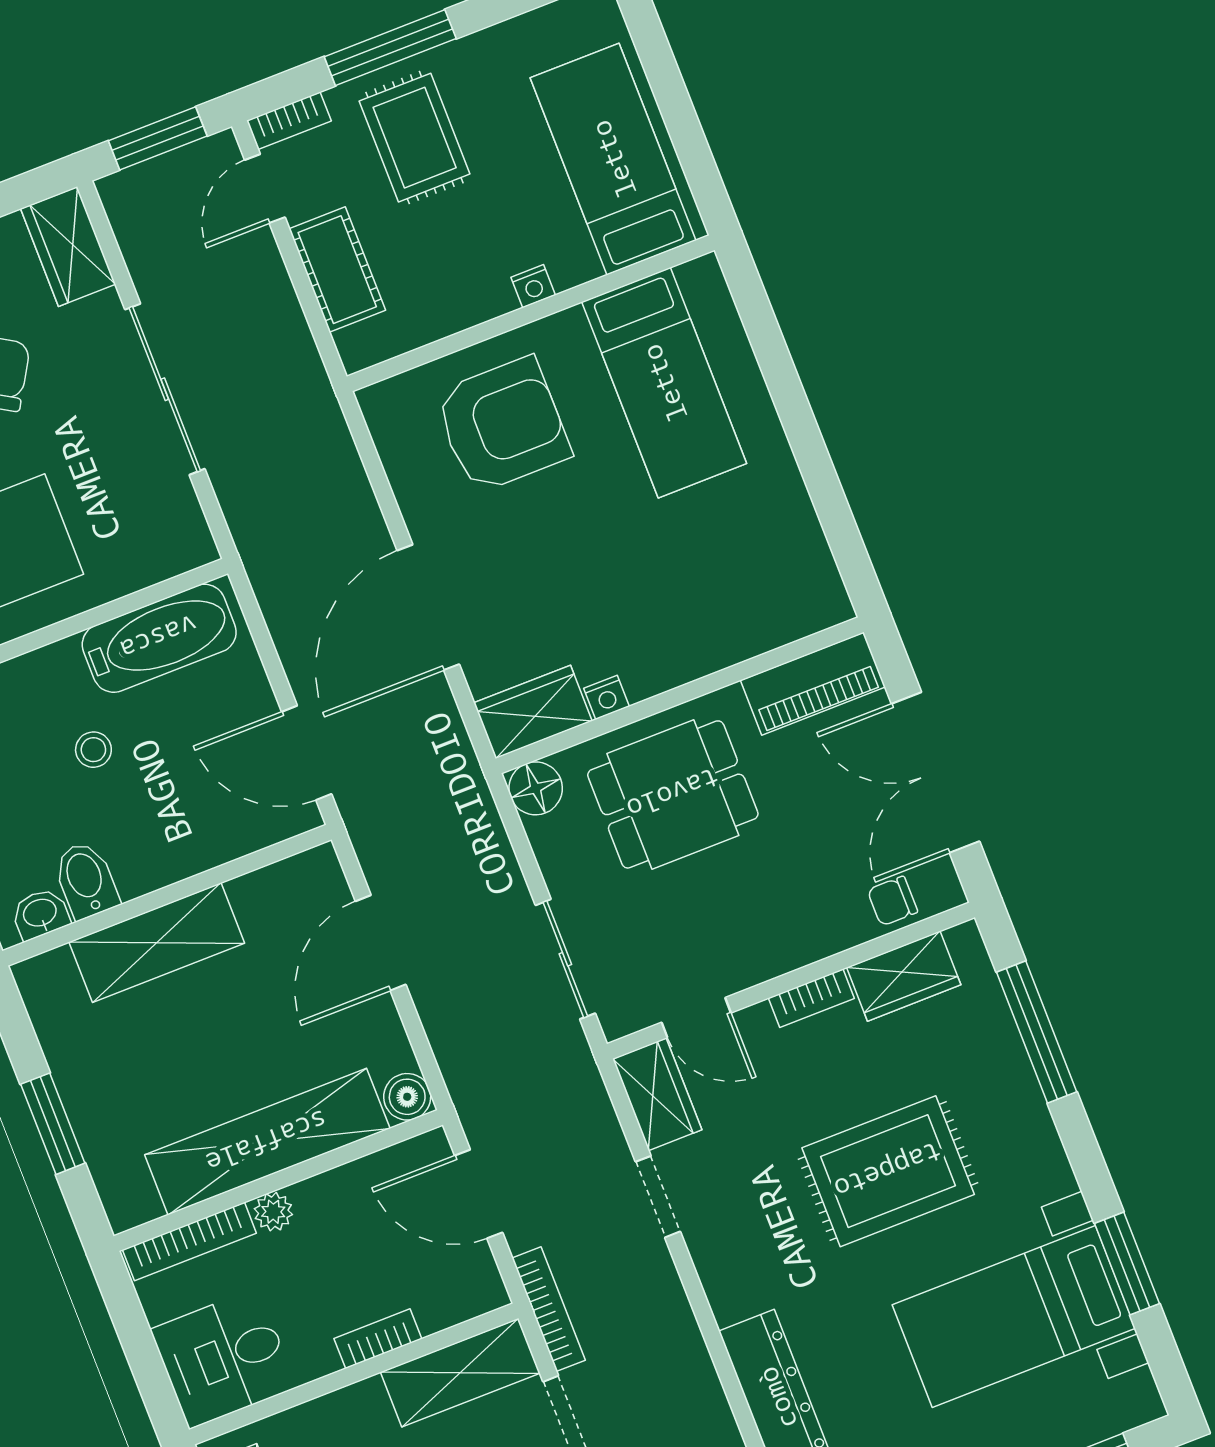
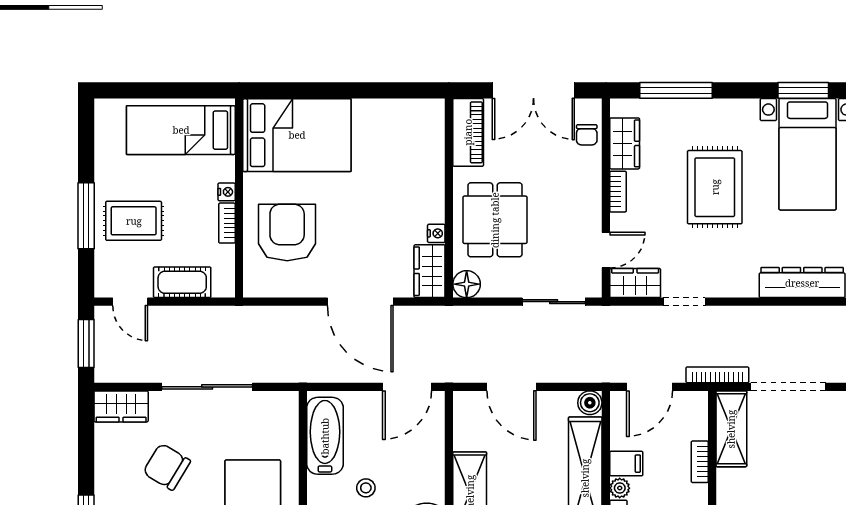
bookcase: (289, 121) -> (227, 223), moved, turned 180
bed: (664, 383) -> (297, 135), width x1.50
filing cabinet: (322, 1206) -> (626, 464), added

